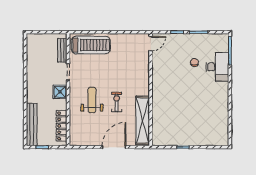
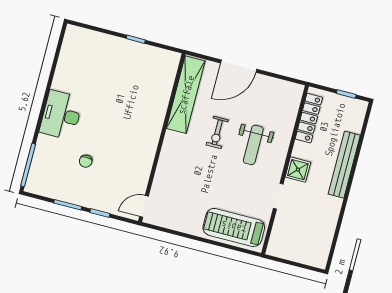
bench: (62, 50) -> (278, 231), removed
desk: (217, 67) -> (61, 115), moved
bench: (32, 125) -> (344, 165), moved

